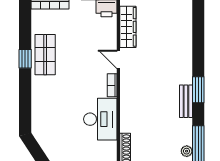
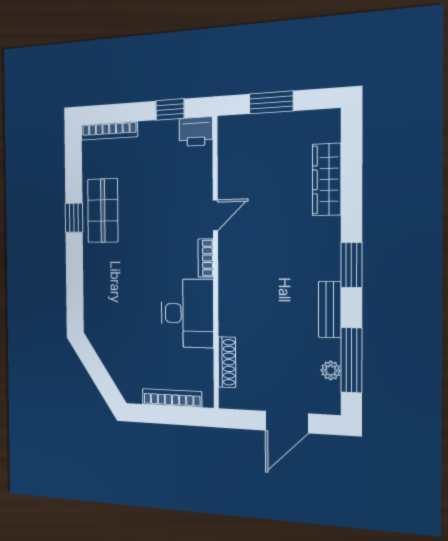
wardrobe: (128, 27) -> (327, 179), moved, turned 180
door: (118, 59) -> (215, 215), swing flipped
bench: (186, 101) -> (330, 309), moved

